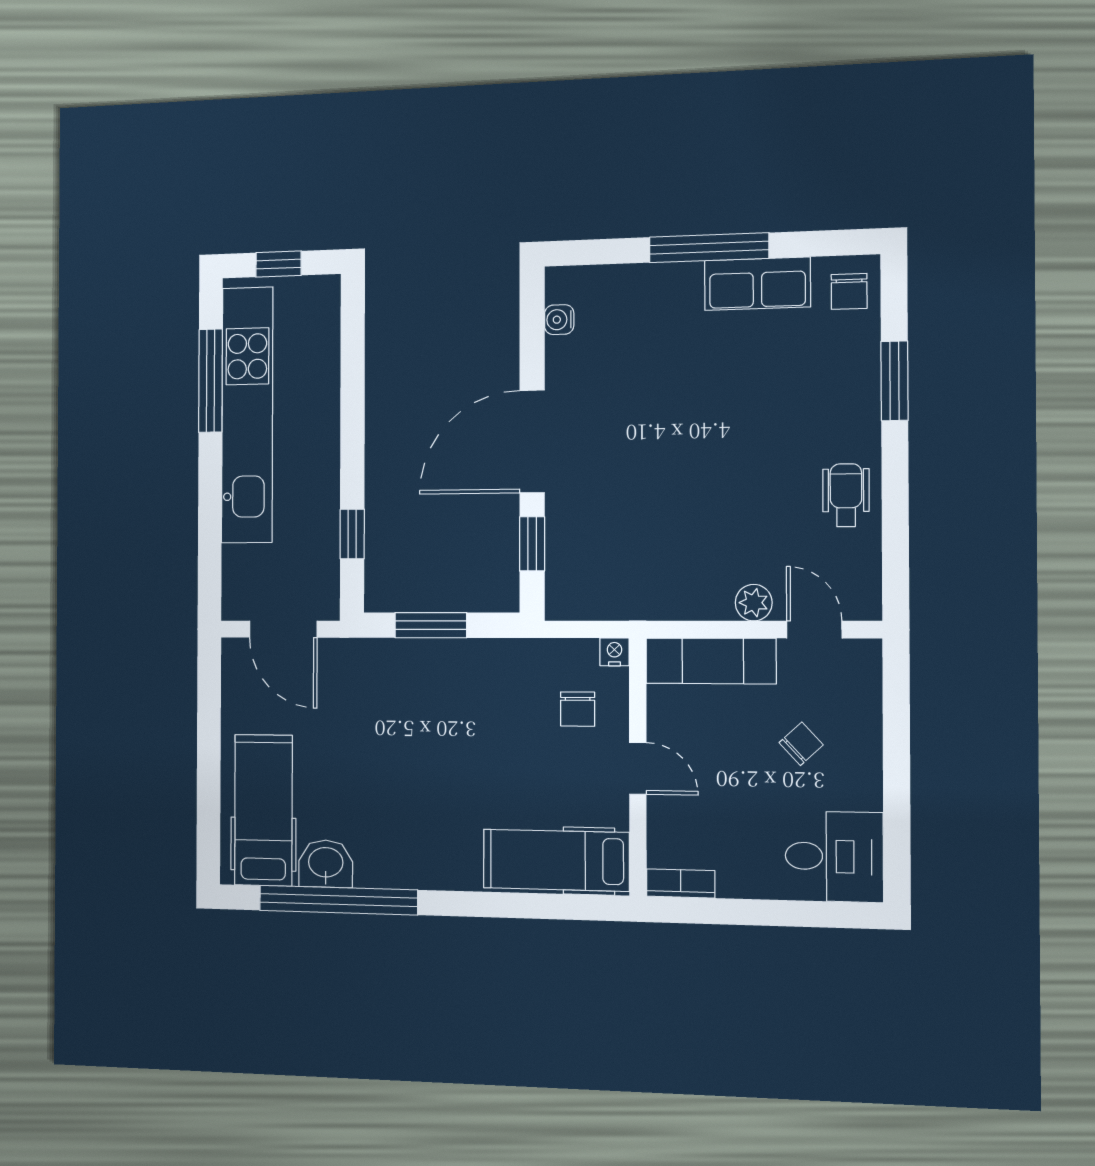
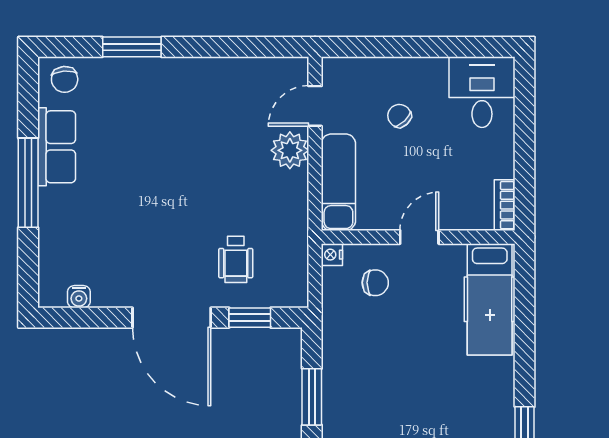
chair: (849, 291) -> (65, 79), turned 85
wheelchair: (846, 495) -> (236, 259), moved, turned -90
plant: (754, 603) -> (290, 150), width x1.38, depth x1.38

